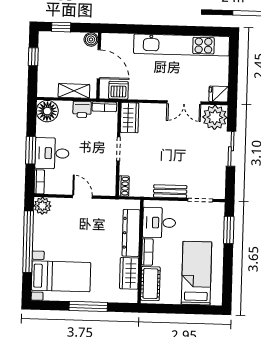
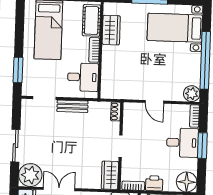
dresser: (131, 233) -> (109, 68), removed

